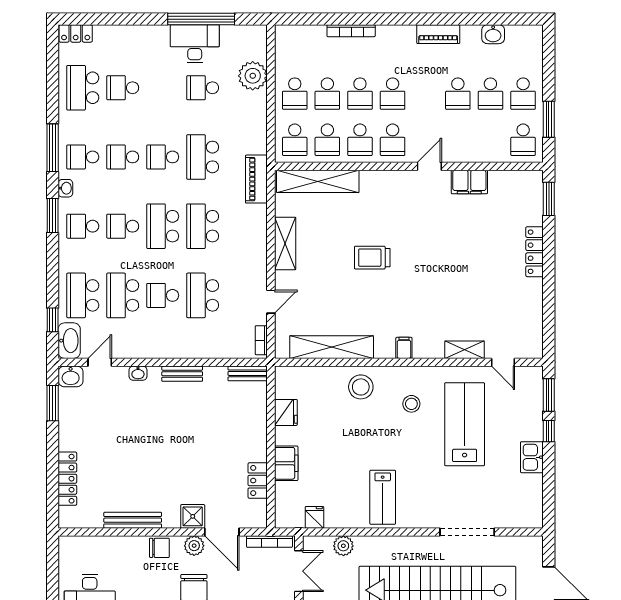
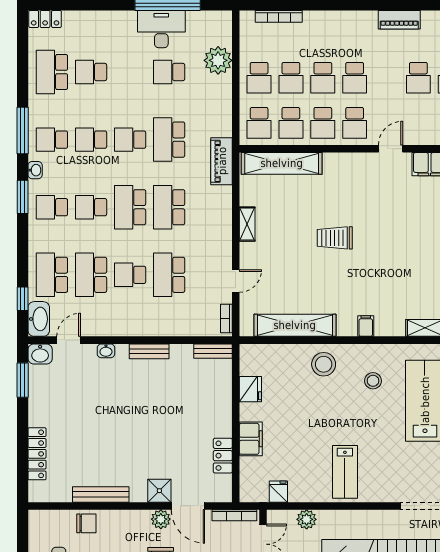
bookcase: (351, 31) -> (279, 16), moved
shelving: (285, 243) -> (247, 224), width x0.67, depth x0.75
chair: (159, 548) -> (86, 523), moved

